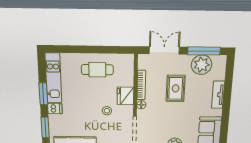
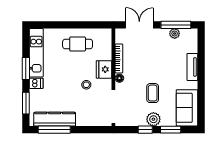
plant: (202, 65) -> (175, 33), width x0.53, depth x0.53
rug: (176, 88) -> (152, 61), removed
coffee table: (175, 120) -> (153, 93), added

